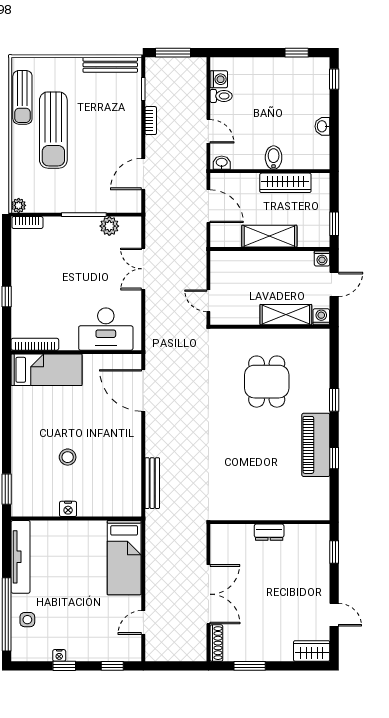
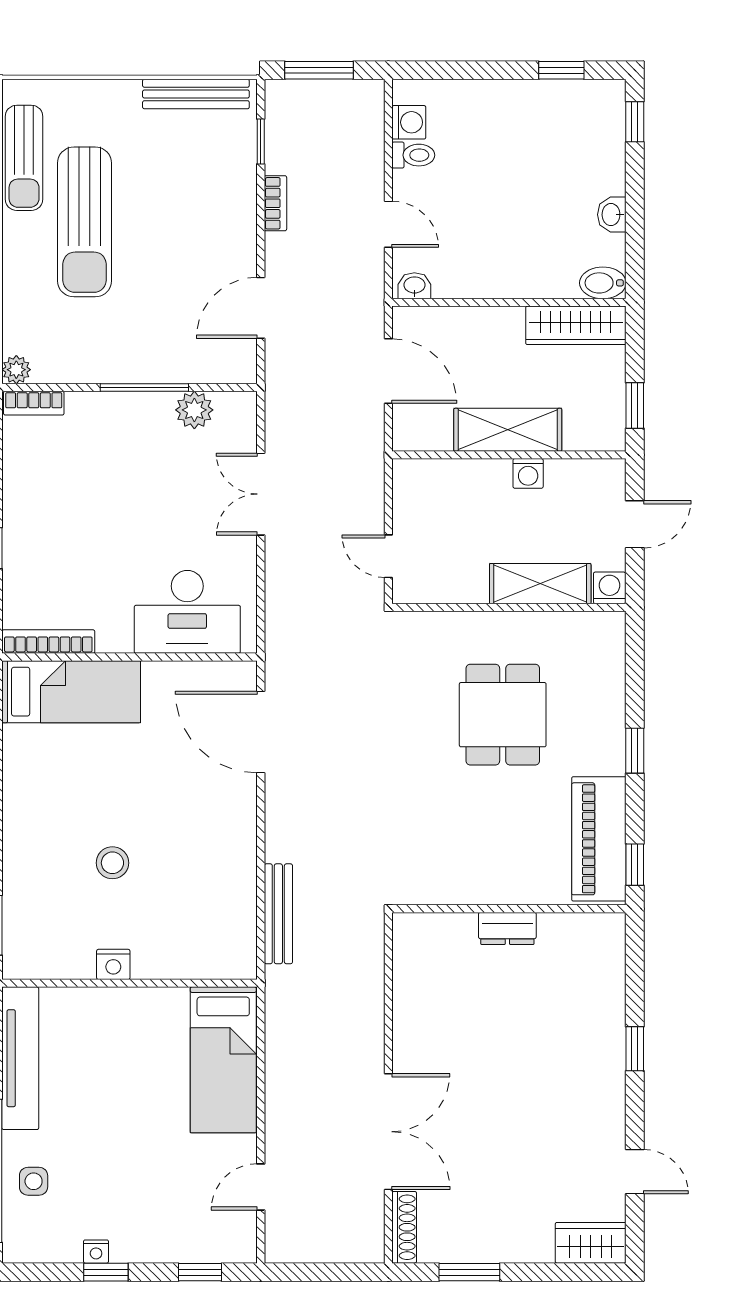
bidet: (274, 158) -> (603, 283), moved, turned -90
wardrobe: (285, 183) -> (576, 325), moved
washing machine: (322, 258) -> (528, 473), moved
wall: (270, 522) -> (509, 909), moved
dresser: (269, 532) -> (507, 928), moved

